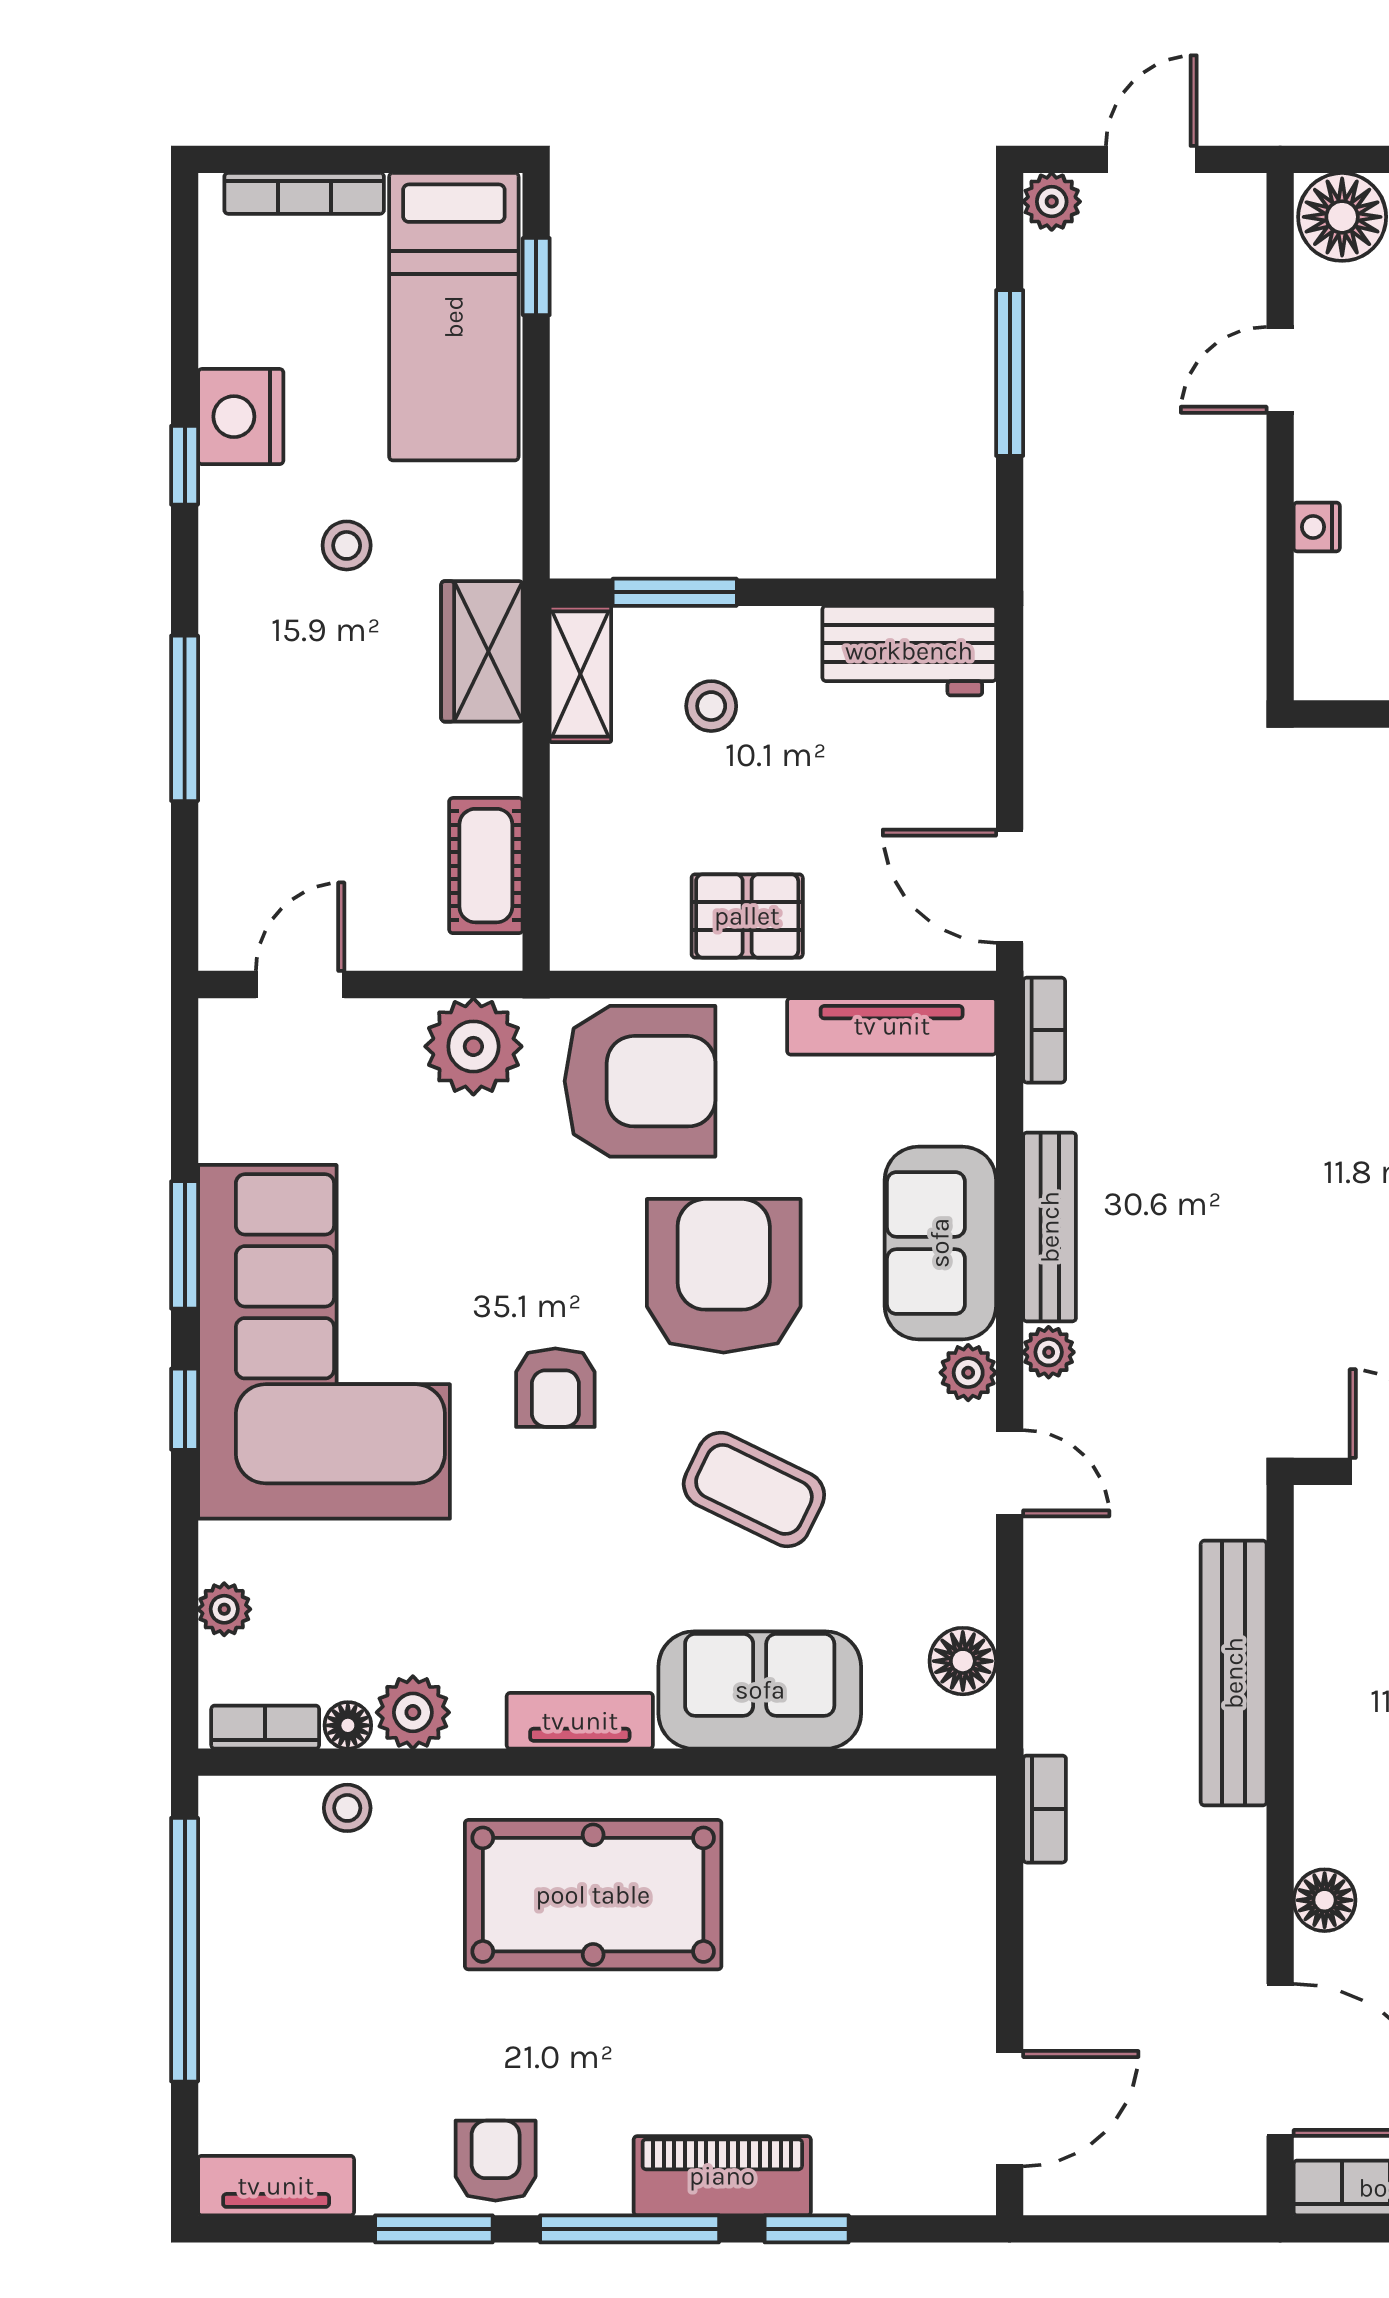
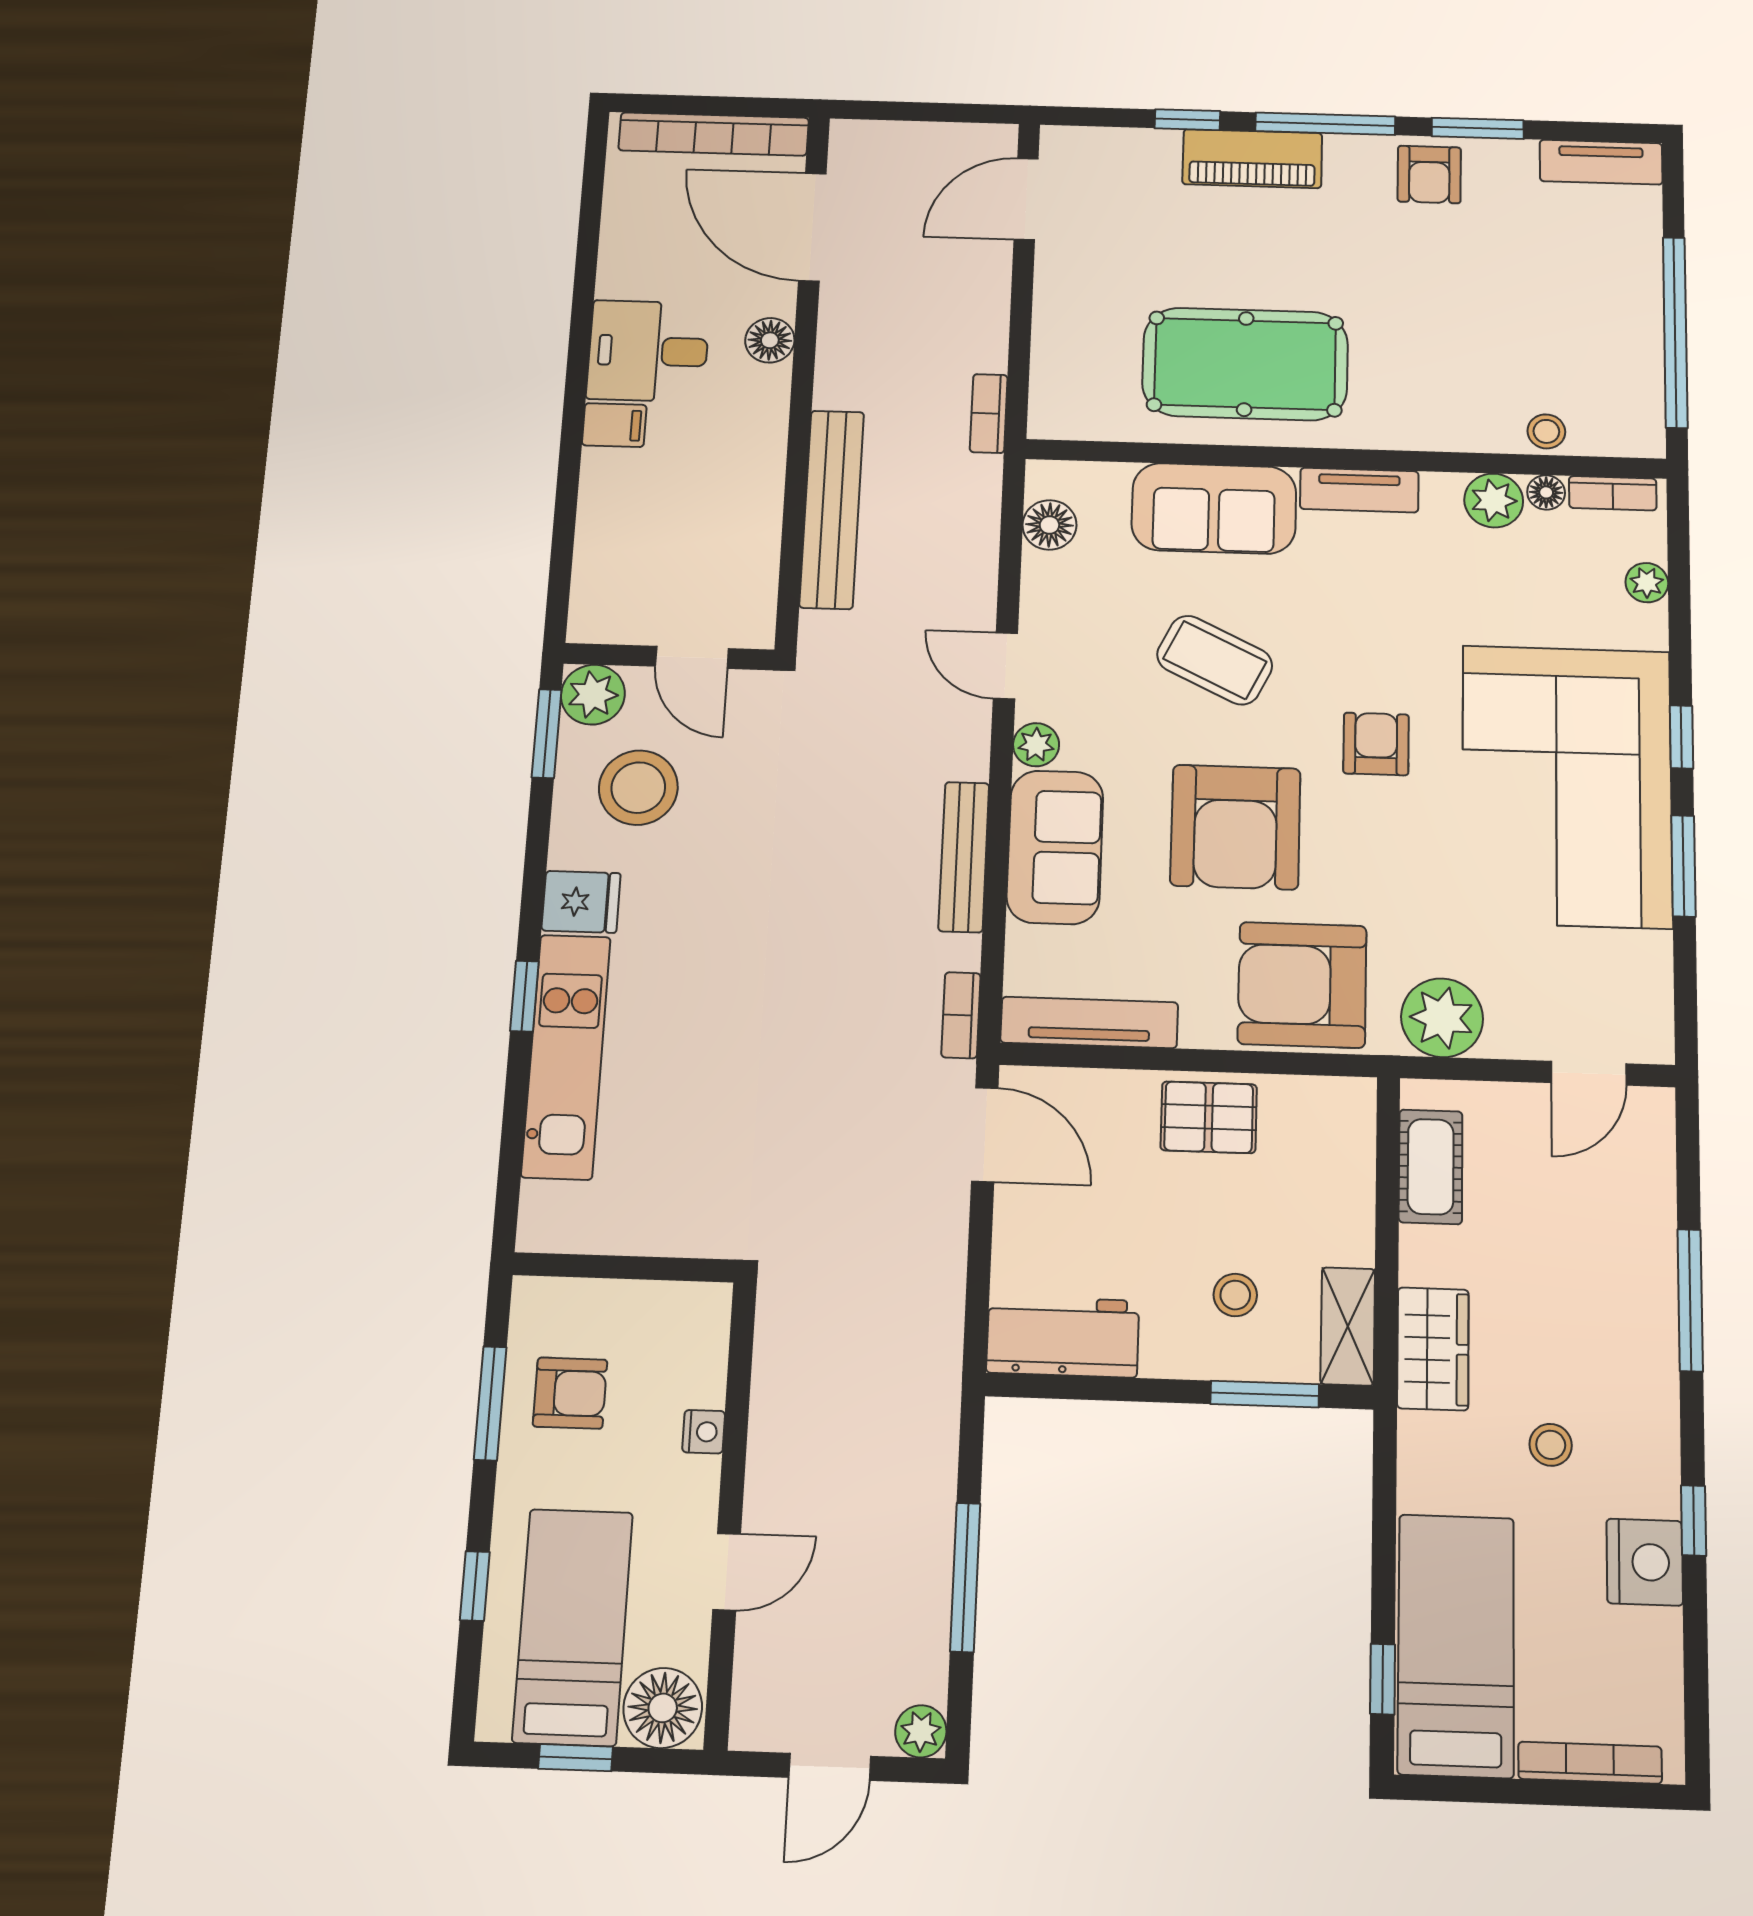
plant: (1049, 1352) -> (969, 758), removed
pool table: (593, 1895) -> (1245, 364), moved

